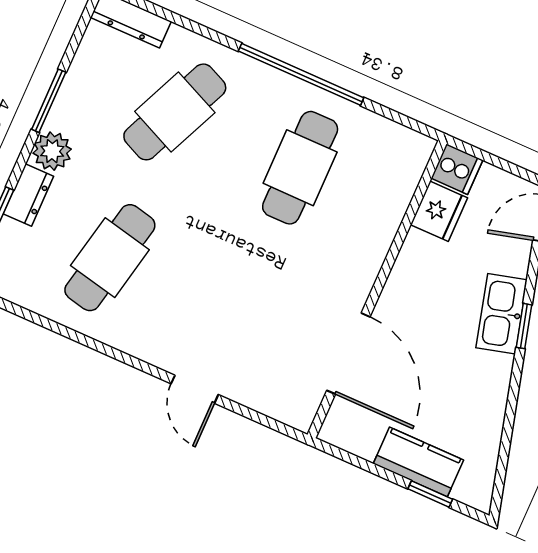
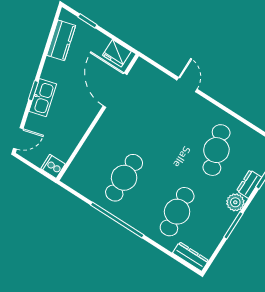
cafe table: (175, 112) -> (177, 212), turned -30
fridge: (439, 211) -> (117, 53), moved, turned -90
cafe table: (110, 258) -> (216, 150), turned -30
kitchen counter: (418, 462) -> (61, 40), moved, turned -105

